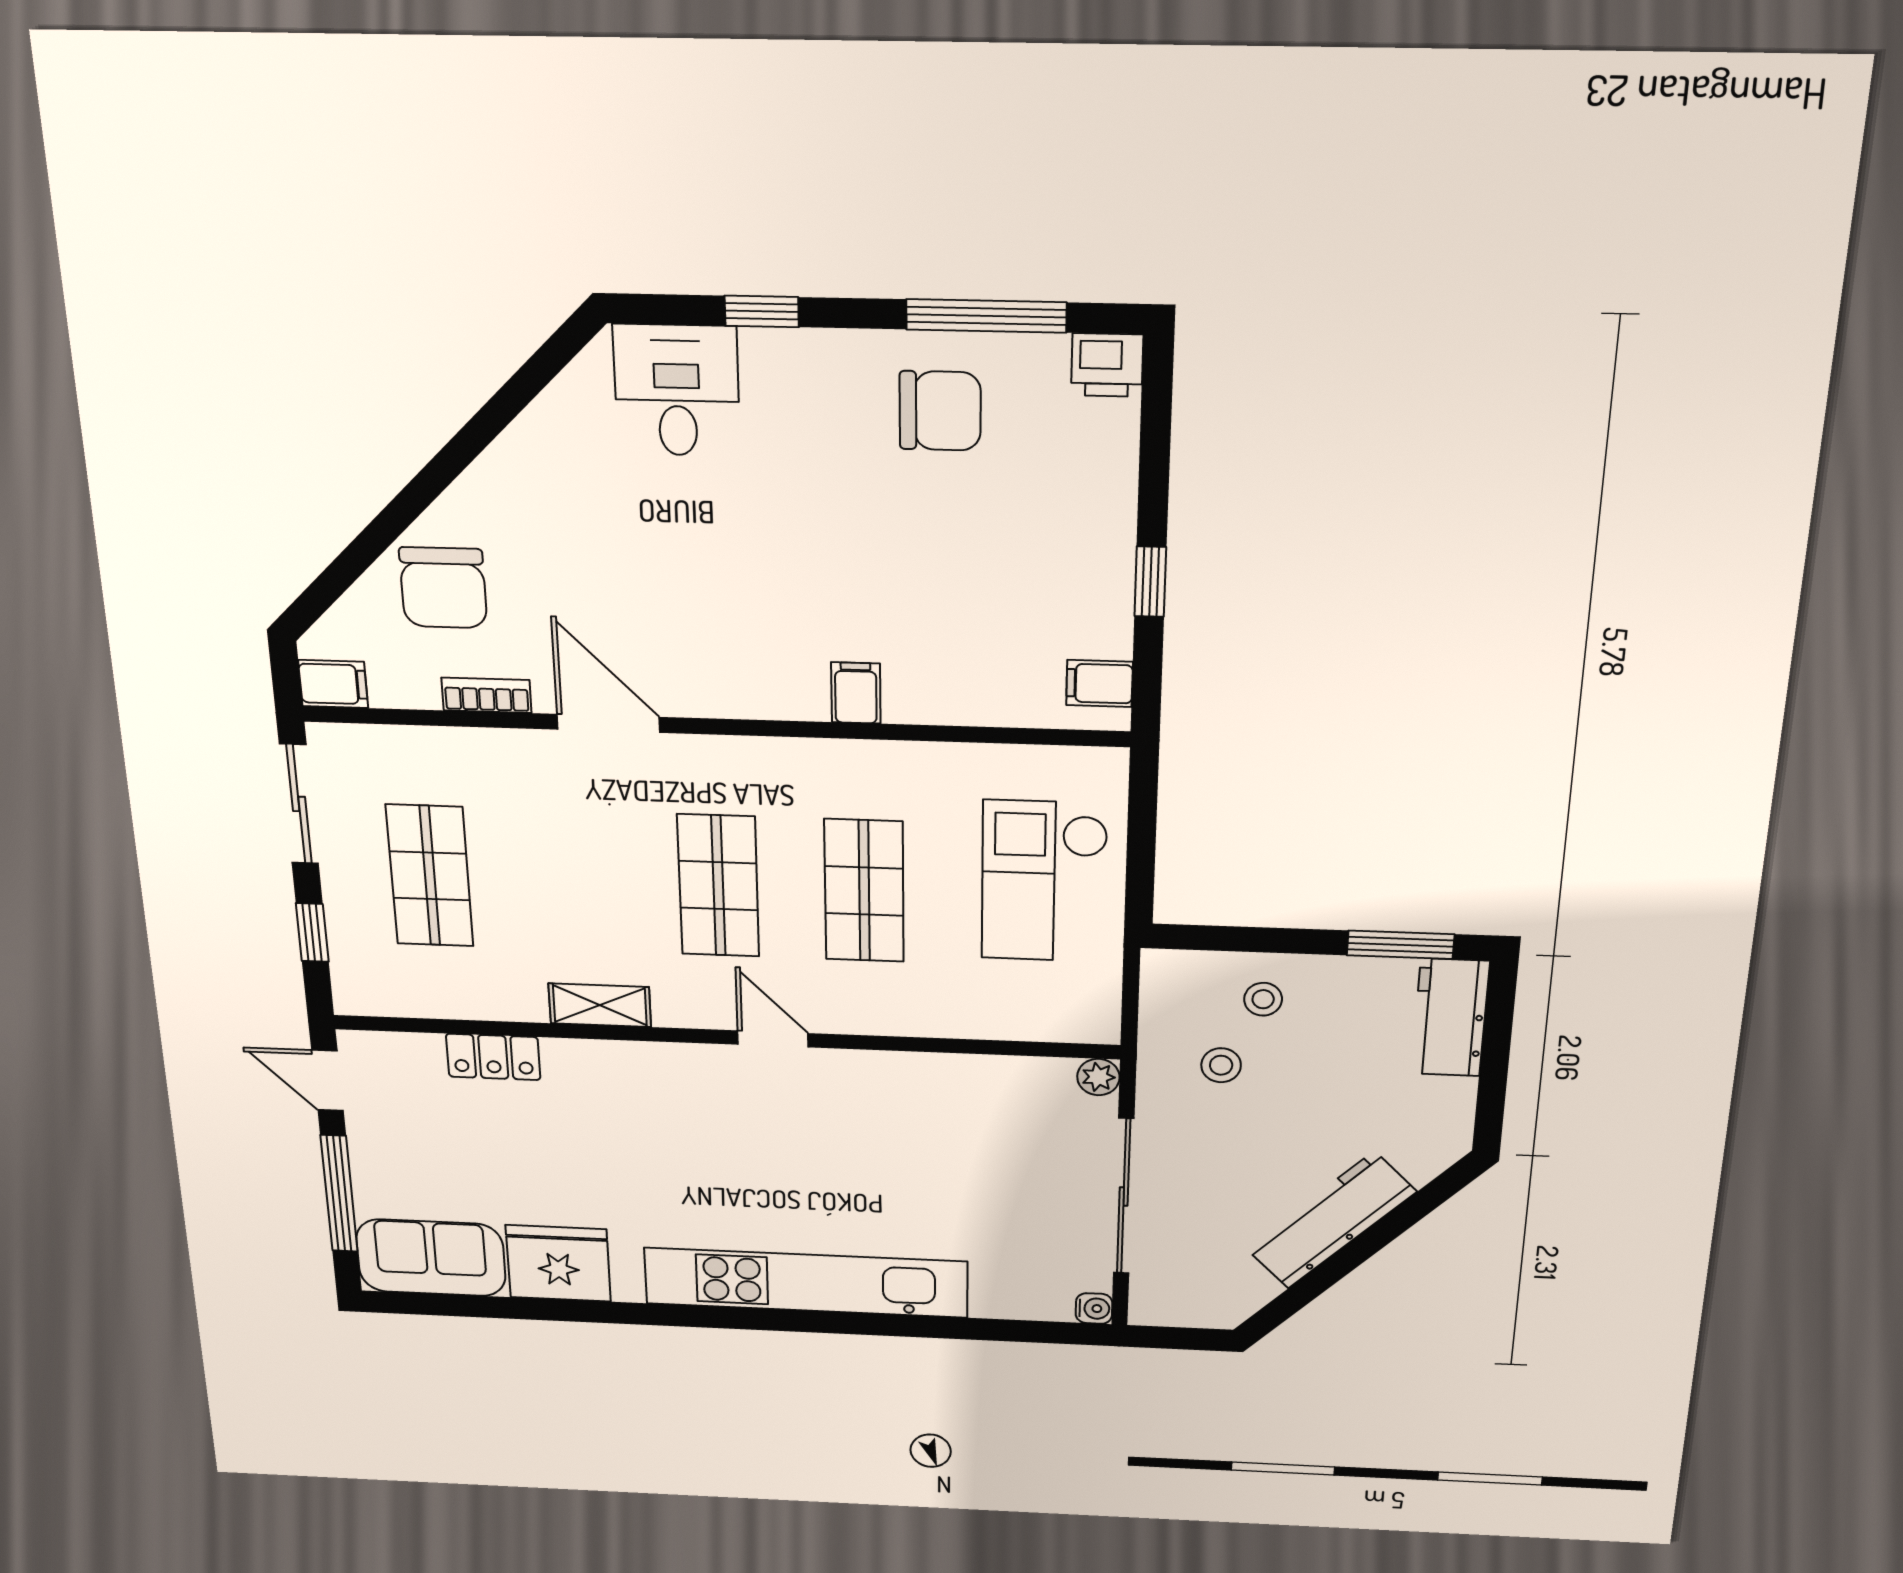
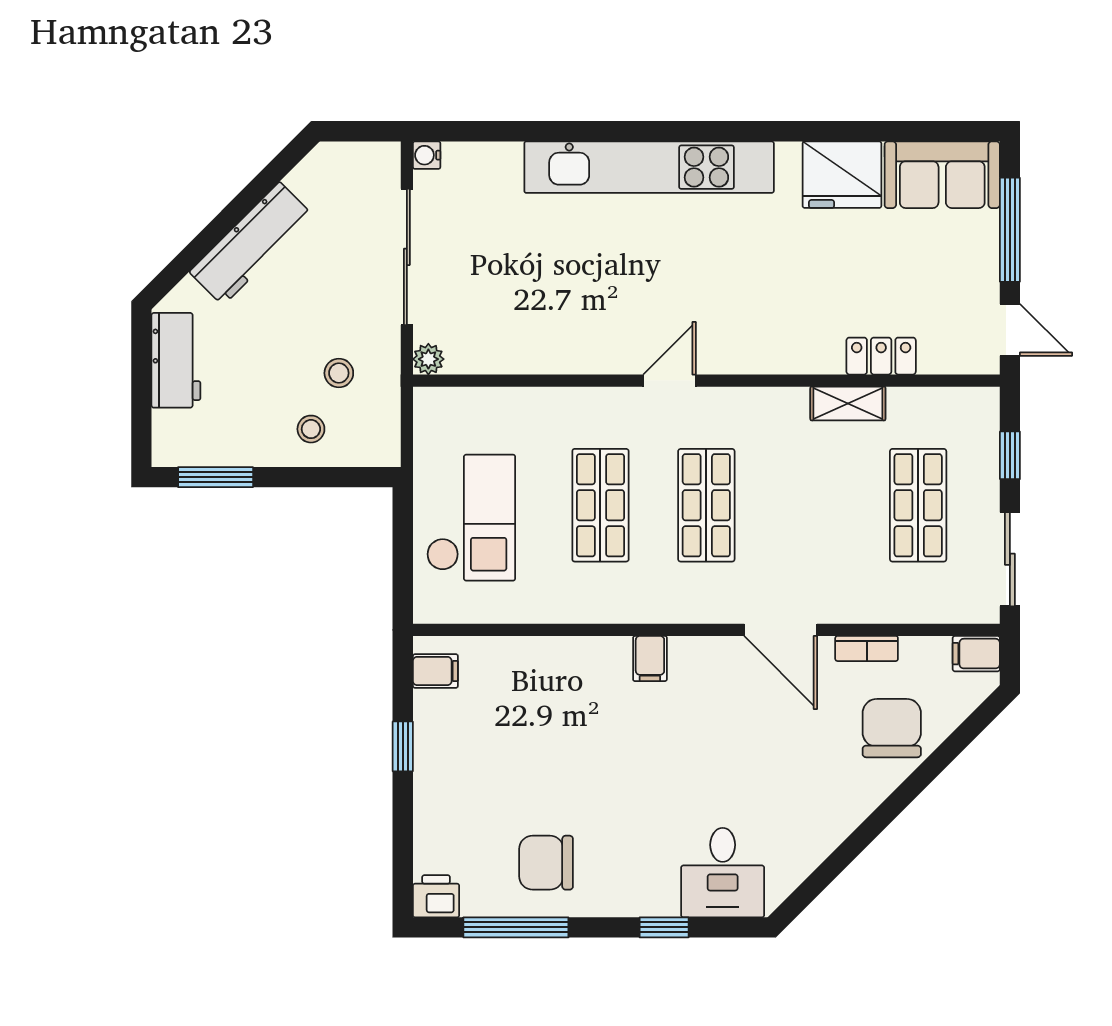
filing cabinet: (856, 693) -> (650, 659), moved
shelving: (600, 1005) -> (848, 403), moved
workbench: (1450, 1018) -> (176, 360), moved
door: (773, 1039) -> (670, 381), swing flipped

